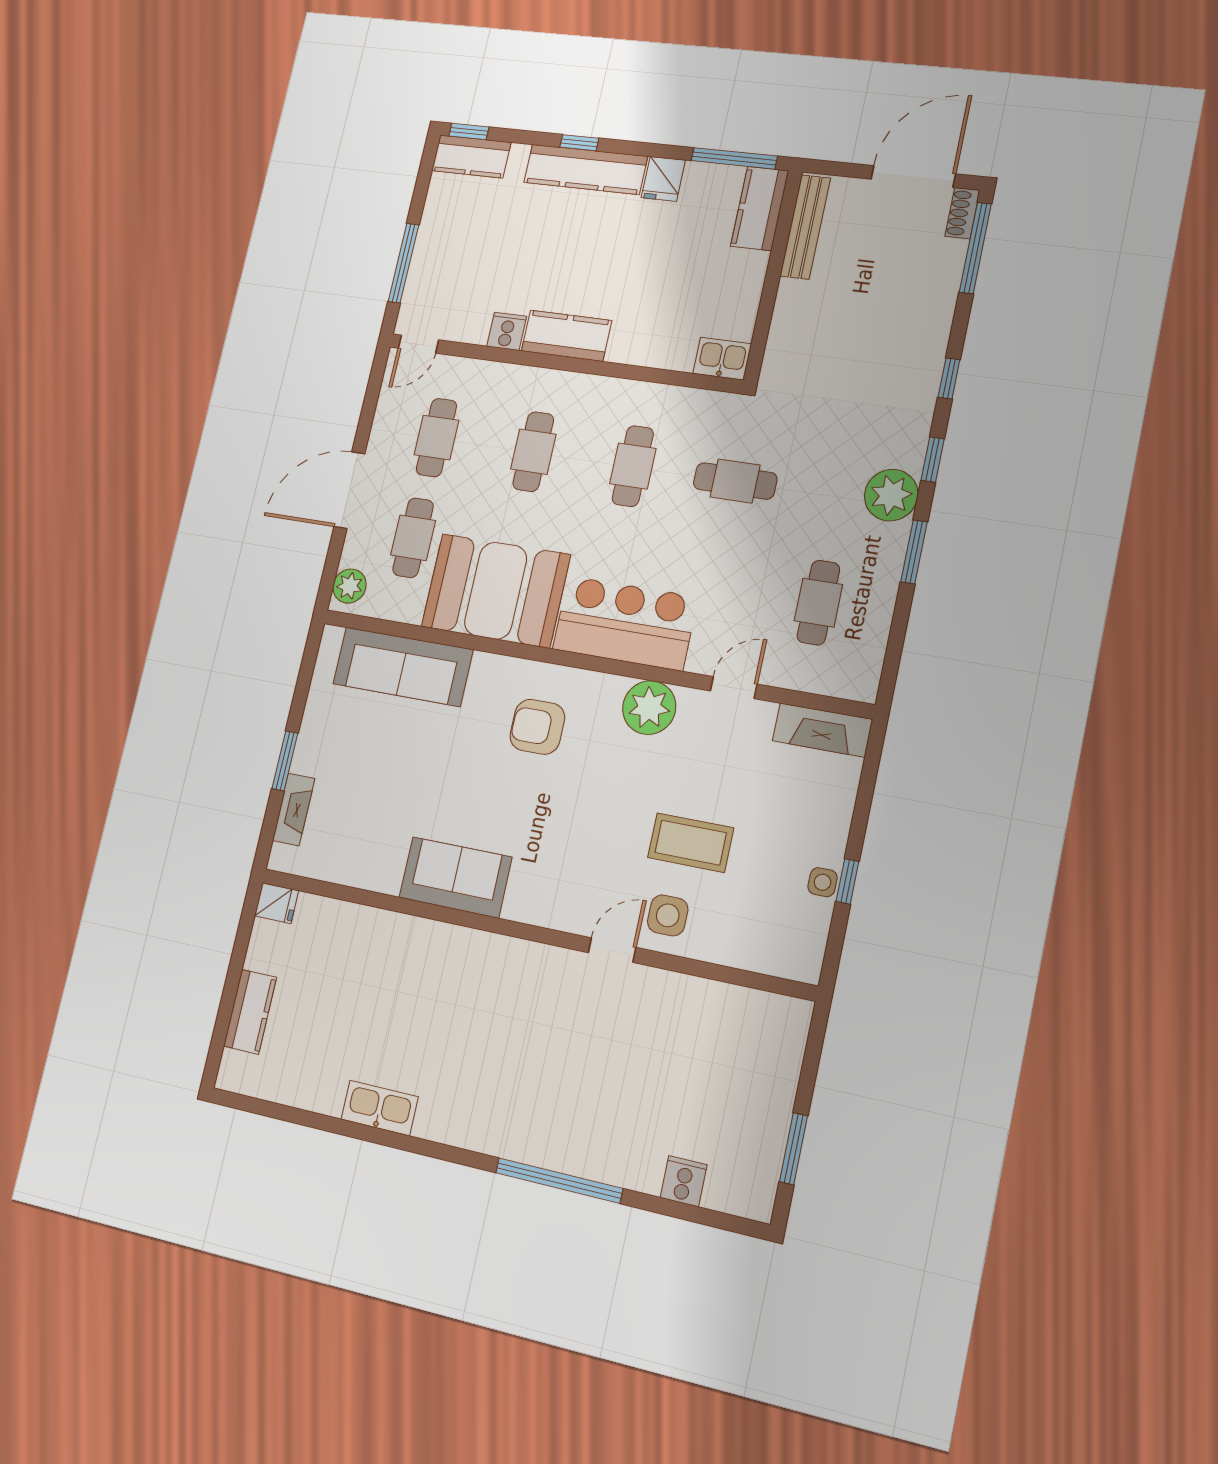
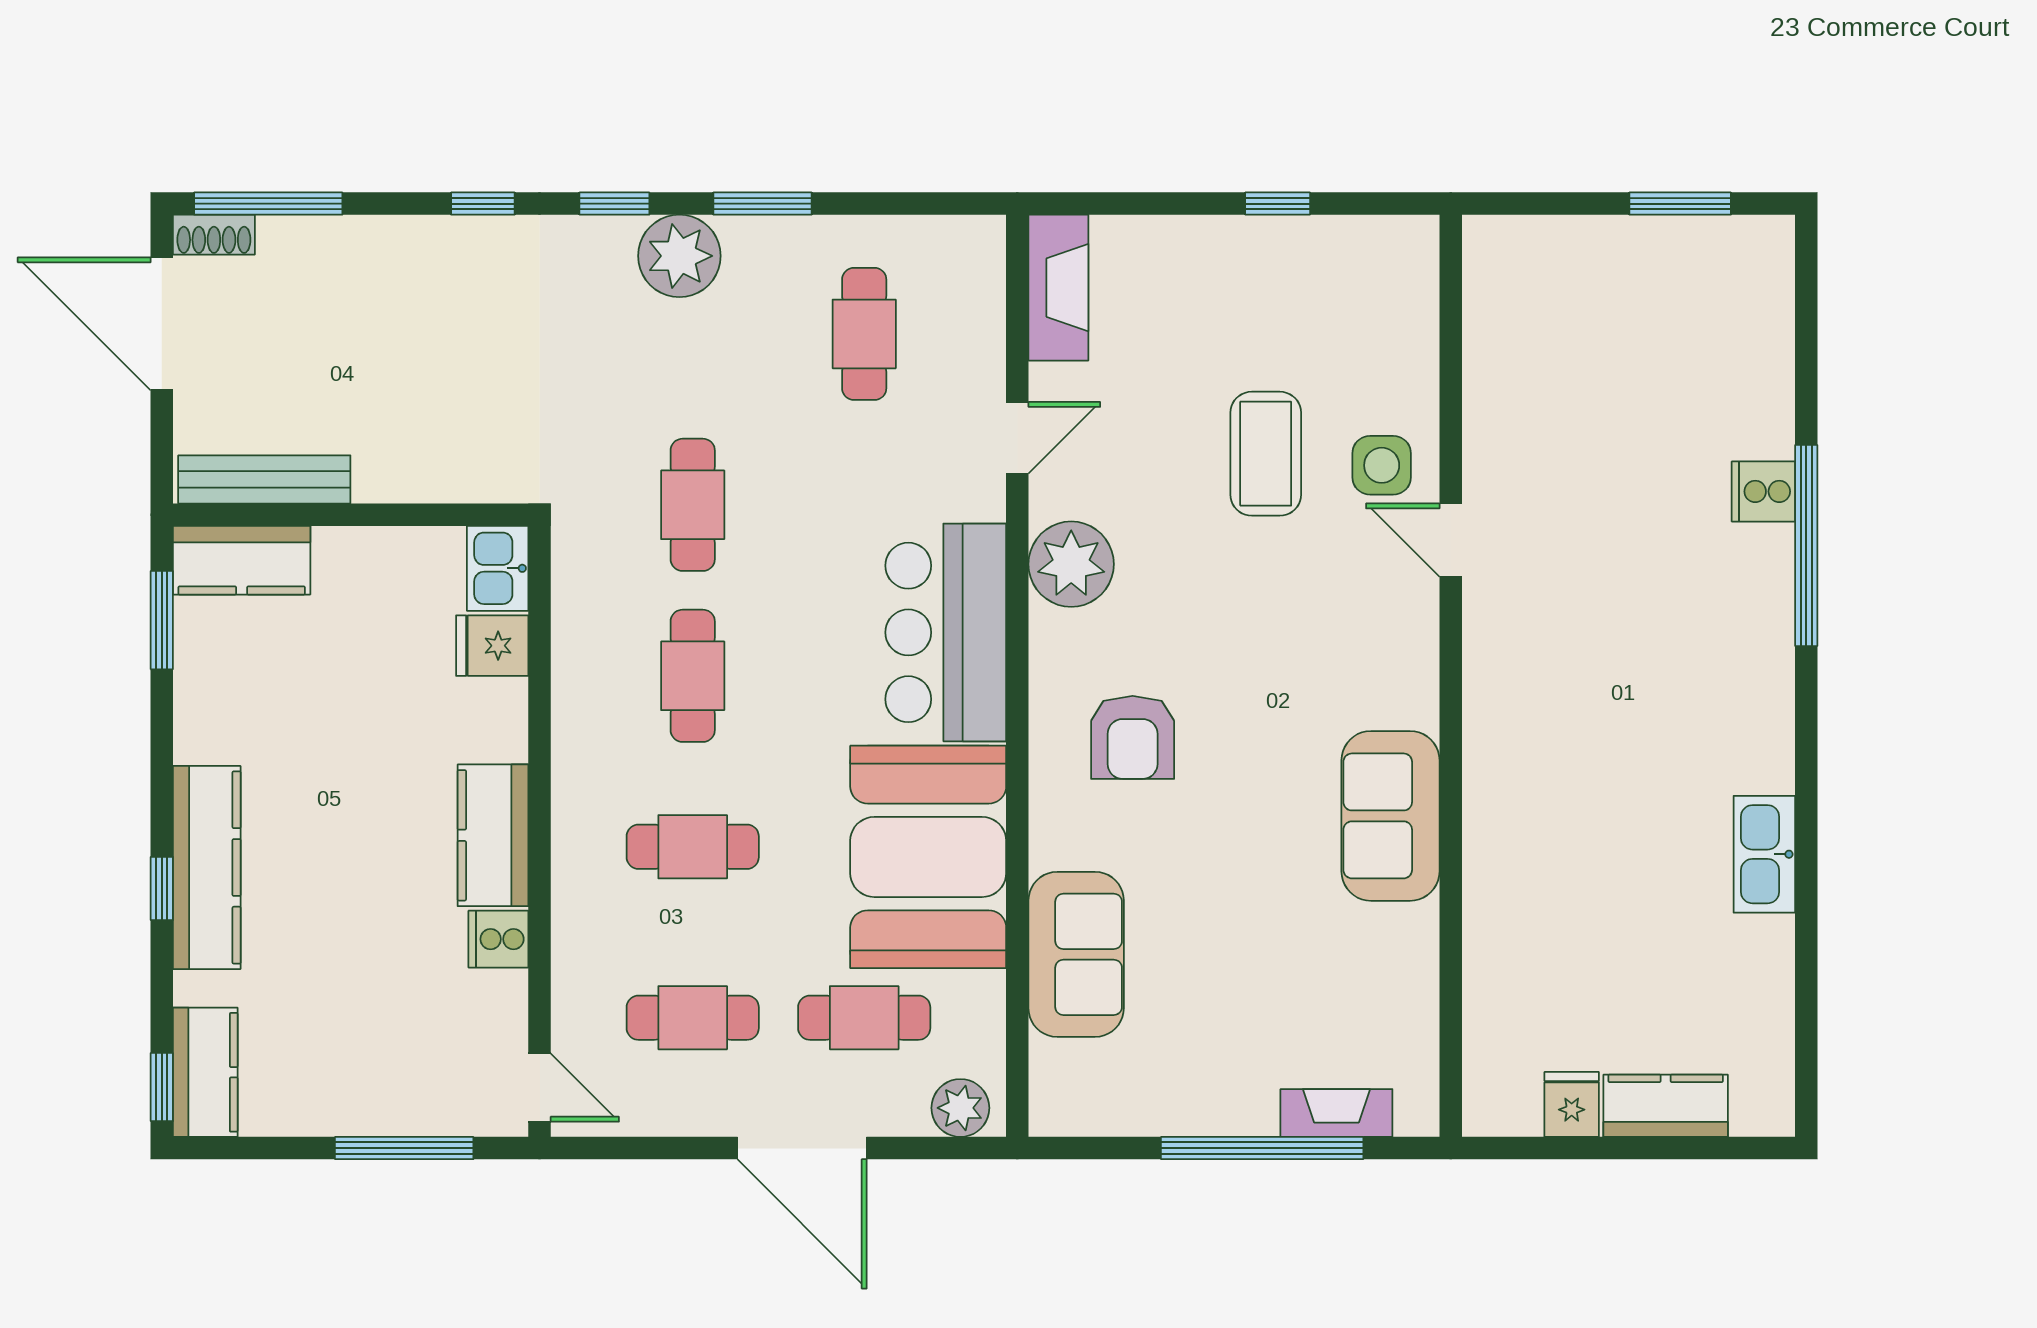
window: (734, 158) -> (162, 620), width x0.69
fridge: (663, 179) -> (492, 646), moved, turned 180
cafe table: (633, 466) -> (693, 676), turned 90
cafe table: (818, 603) -> (864, 334), turned 90
sofa: (403, 667) -> (1076, 954), width x0.73
door: (734, 688) -> (1017, 438), swing flipped
window: (285, 761) -> (1262, 1148), width x2.11
side table: (823, 882) -> (1286, 240), removed
fridge: (276, 903) -> (1572, 1104), moved
cooker: (684, 1181) -> (1763, 491), moved

